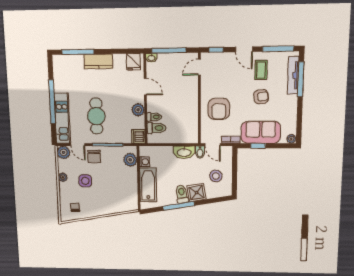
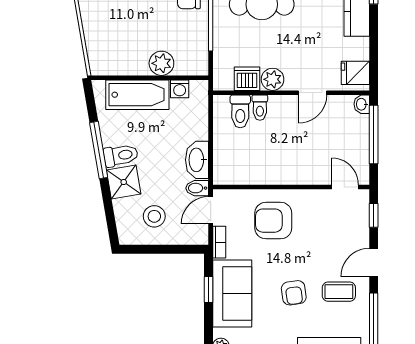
dishwasher: (138, 136) -> (247, 79), moved
plant: (130, 160) -> (161, 63), moved

